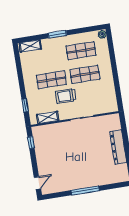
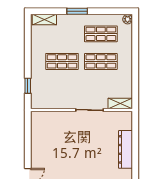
trolley: (66, 96) -> (75, 82), removed
shelving: (48, 117) -> (120, 103), moved
window: (31, 142) -> (28, 129), removed

